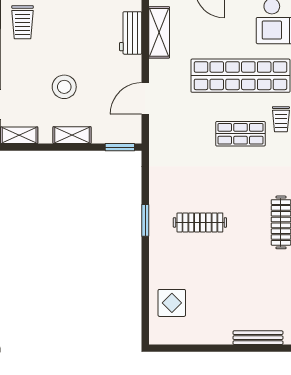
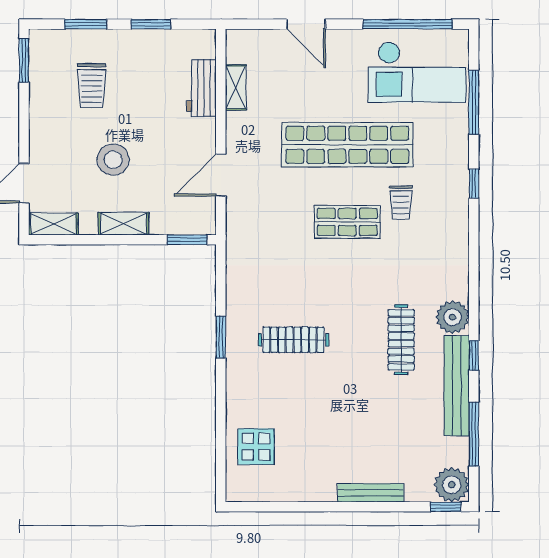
trolley: (23, 22) -> (92, 86), moved
shelving: (159, 32) -> (236, 87), width x0.67, depth x0.75

